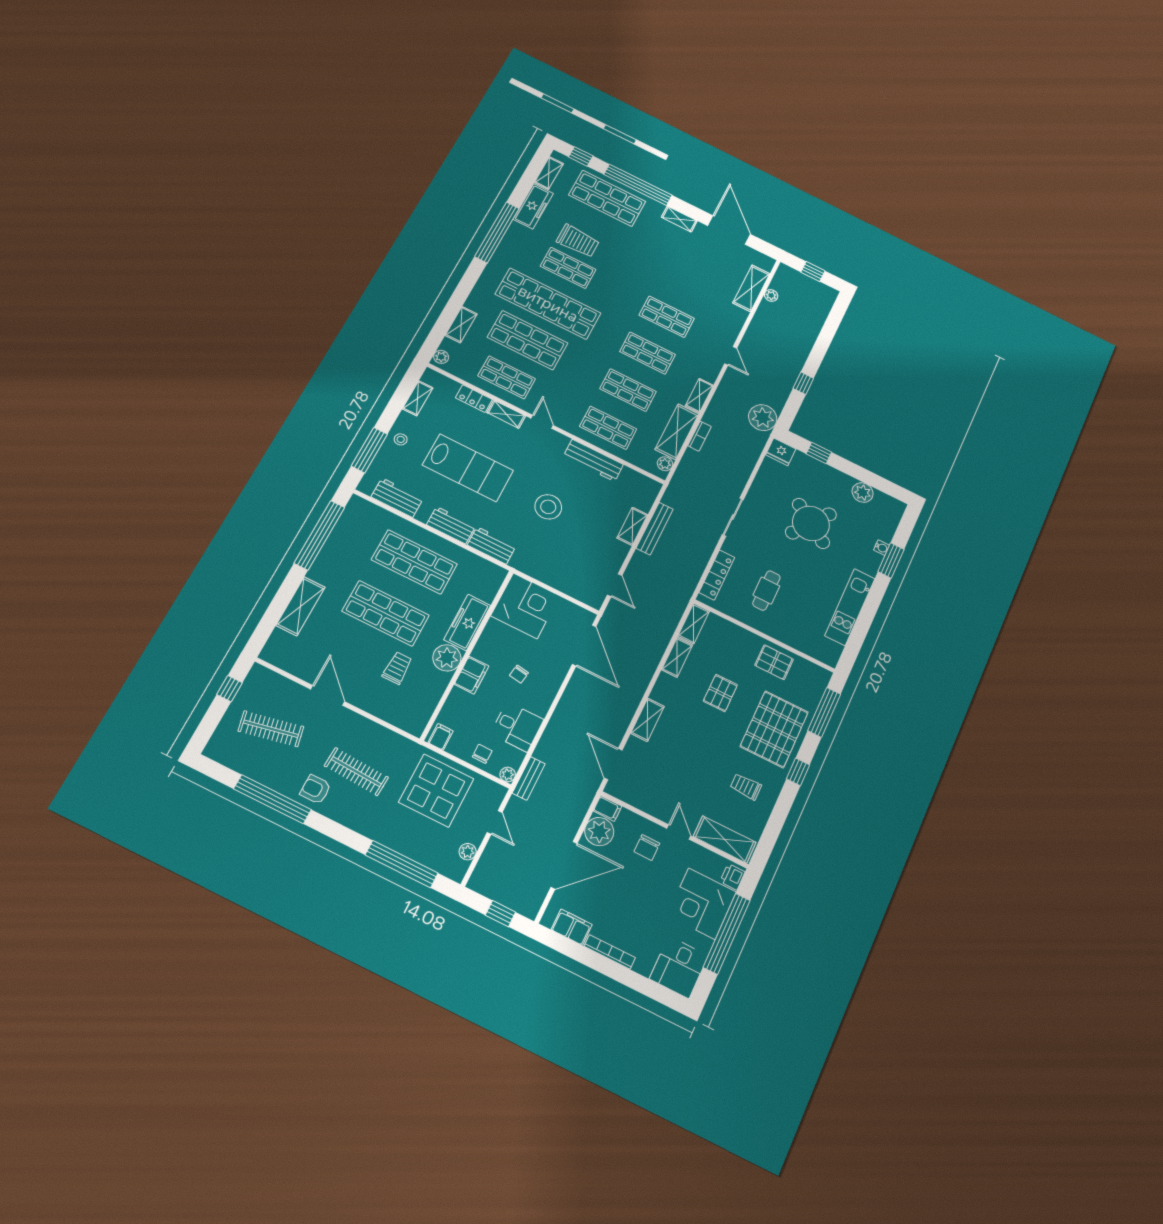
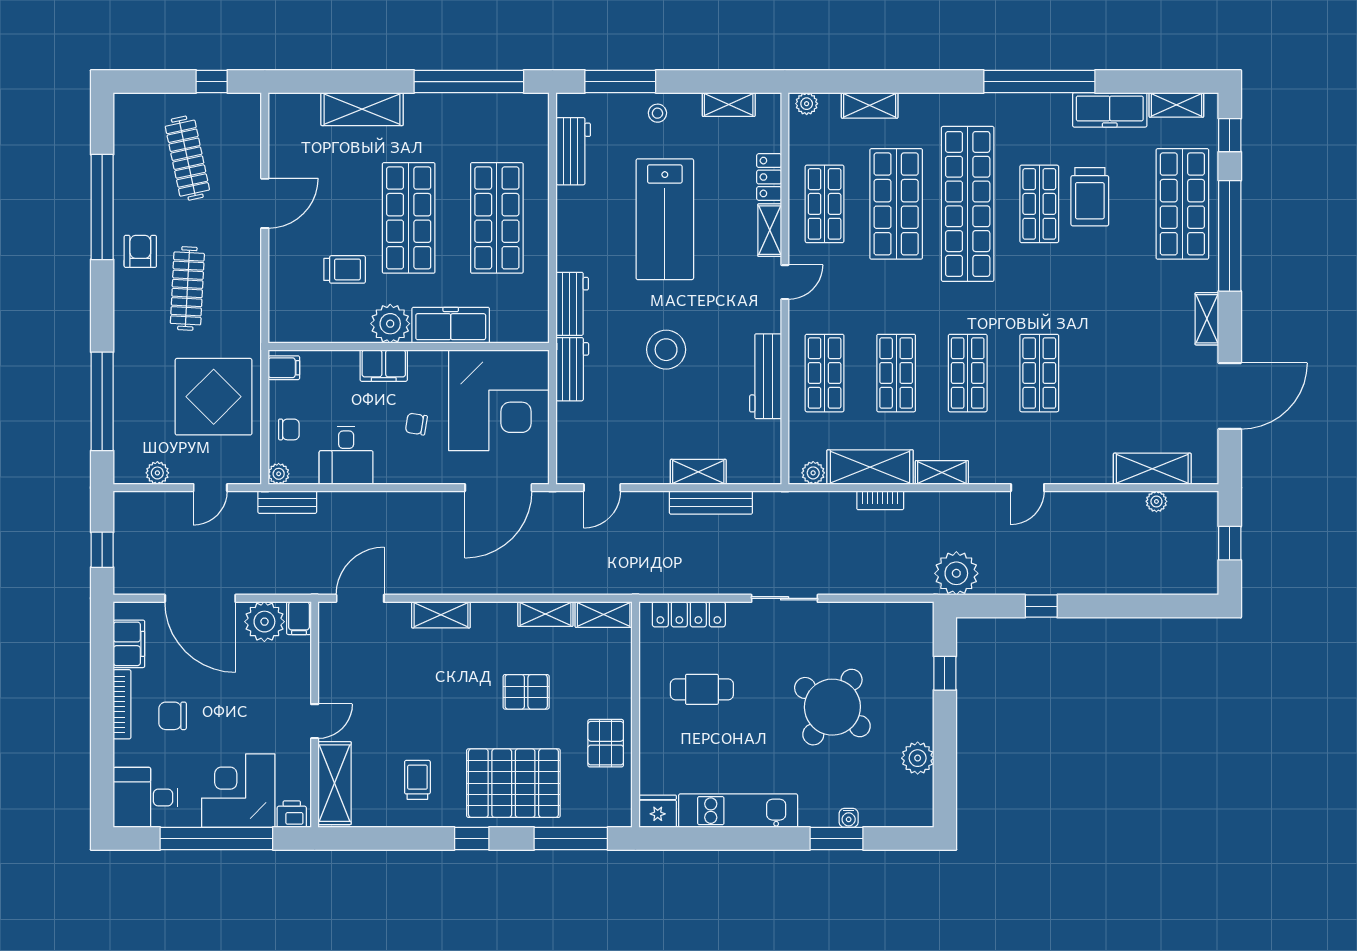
fridge: (781, 452) -> (658, 811), moved, turned 90
workbench: (451, 525) -> (572, 369), moved
corner desk: (525, 606) -> (499, 400), width x1.36, depth x1.36
chair: (647, 847) -> (173, 716), moved

